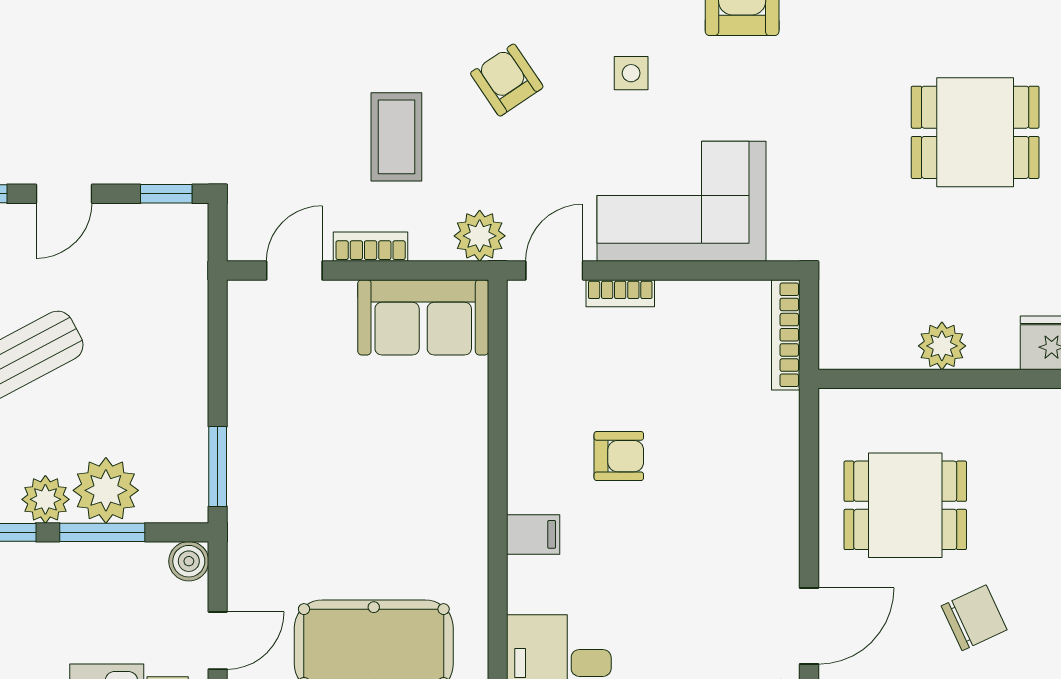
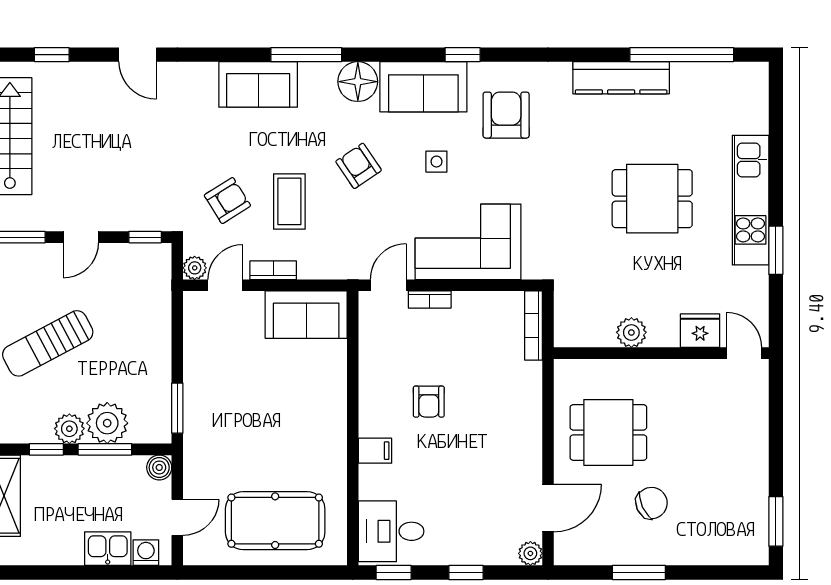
armchair: (298, 135) -> (227, 201), added
plant: (480, 236) -> (195, 268), moved, width x0.73, depth x0.73
armchair: (619, 456) -> (429, 402), turned 90

